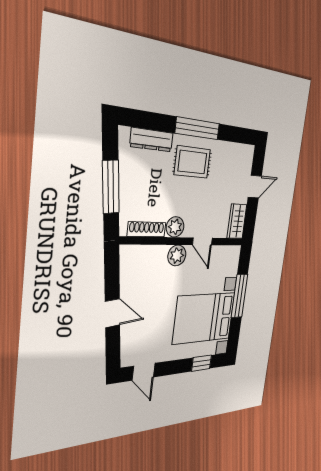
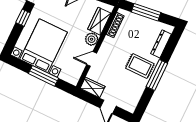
rug: (192, 162) -> (140, 66), turned 90
plant: (175, 227) -> (108, 43), removed
wardrobe: (149, 257) -> (99, 21), added
window: (202, 363) -> (23, 18), moved

